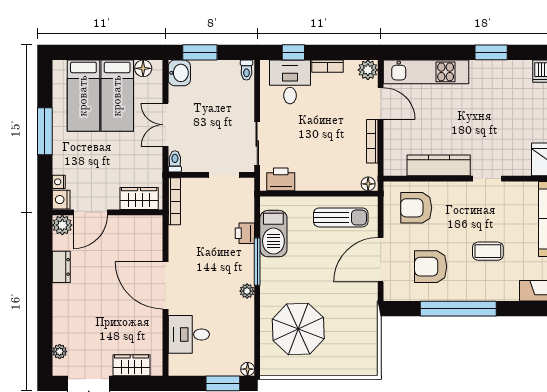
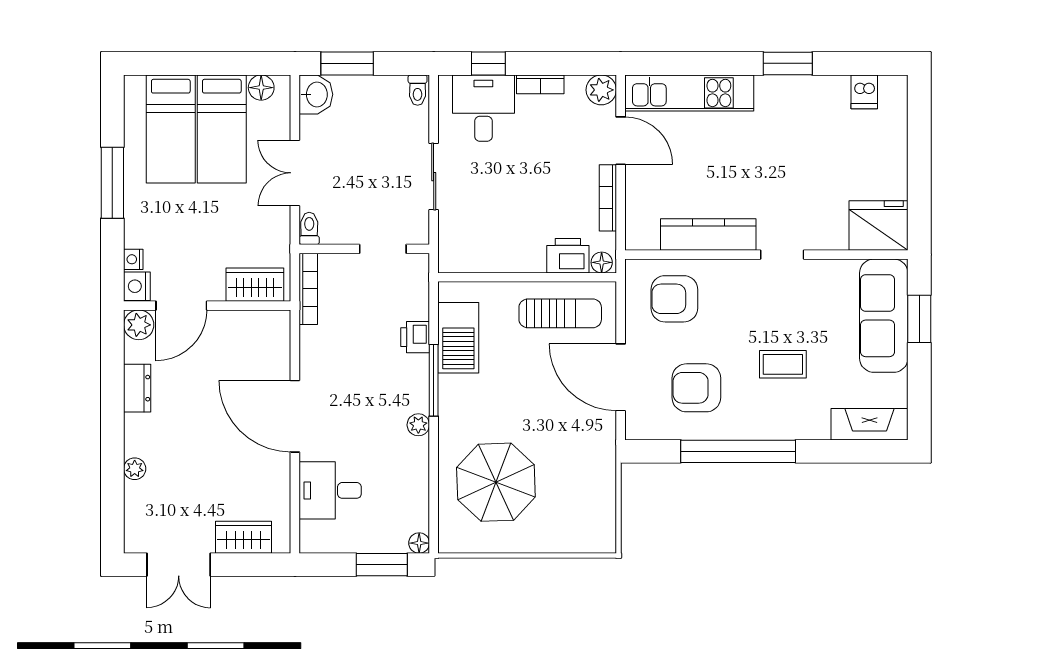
sliding door: (257, 144) -> (434, 177), moved
printer: (281, 179) -> (568, 256), moved
door: (381, 260) -> (621, 377), hinge flipped
plant: (60, 352) -> (135, 469), moved

